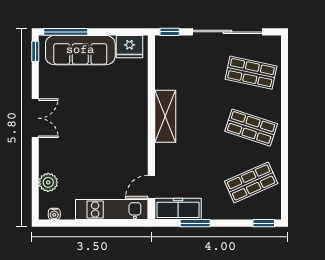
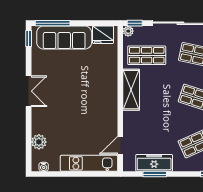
plant: (161, 42) -> (128, 31), added
shop shelf: (185, 73) -> (147, 55), added
freezer: (178, 209) -> (154, 163), moved

